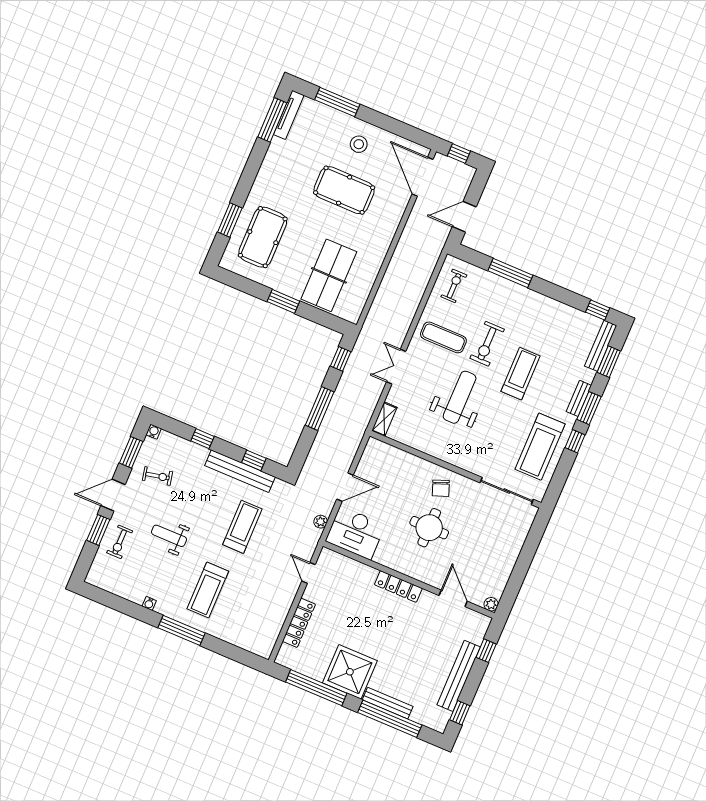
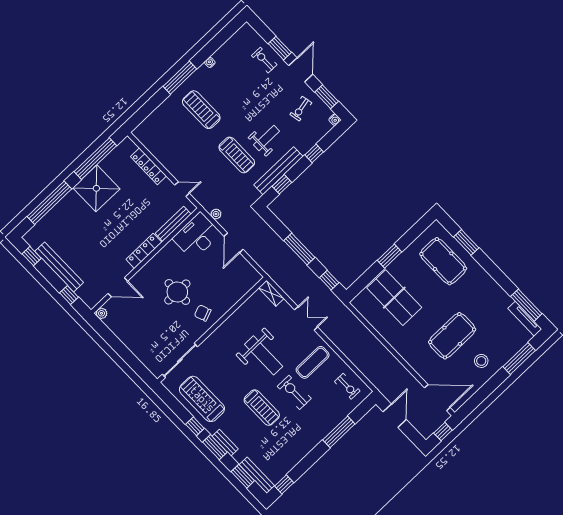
weight bench: (169, 536) -> (266, 138), moved
bench: (388, 703) -> (173, 224), moved

